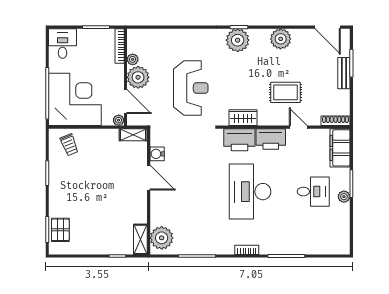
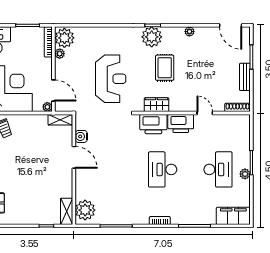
plant: (281, 39) -> (189, 32), width x0.53, depth x0.53
bench: (344, 73) -> (245, 77), moved
plant: (138, 77) -> (64, 38), moved
rug: (285, 92) -> (165, 68), moved, turned 90
filing cabinet: (340, 148) -> (233, 216), moved, turned 90
desk: (250, 192) -> (163, 169), width x0.73, depth x0.77
desk: (313, 192) -> (218, 169), width x1.37

